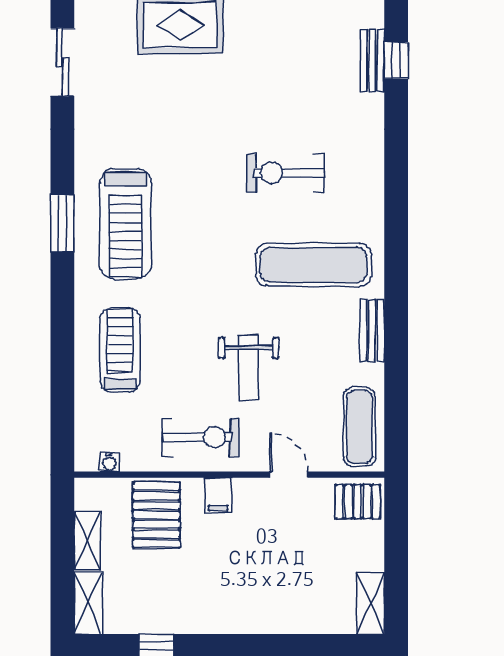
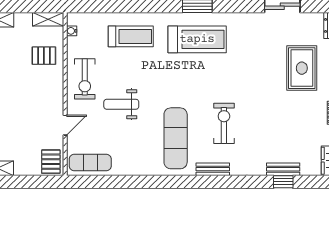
treadmill: (125, 224) -> (197, 39), turned 180
bench: (372, 330) -> (213, 169), moved
filing cabinet: (218, 495) -> (54, 88), removed
pallet: (156, 515) -> (44, 56), width x0.67, depth x0.71
shelving: (87, 541) -> (48, 19), moved

